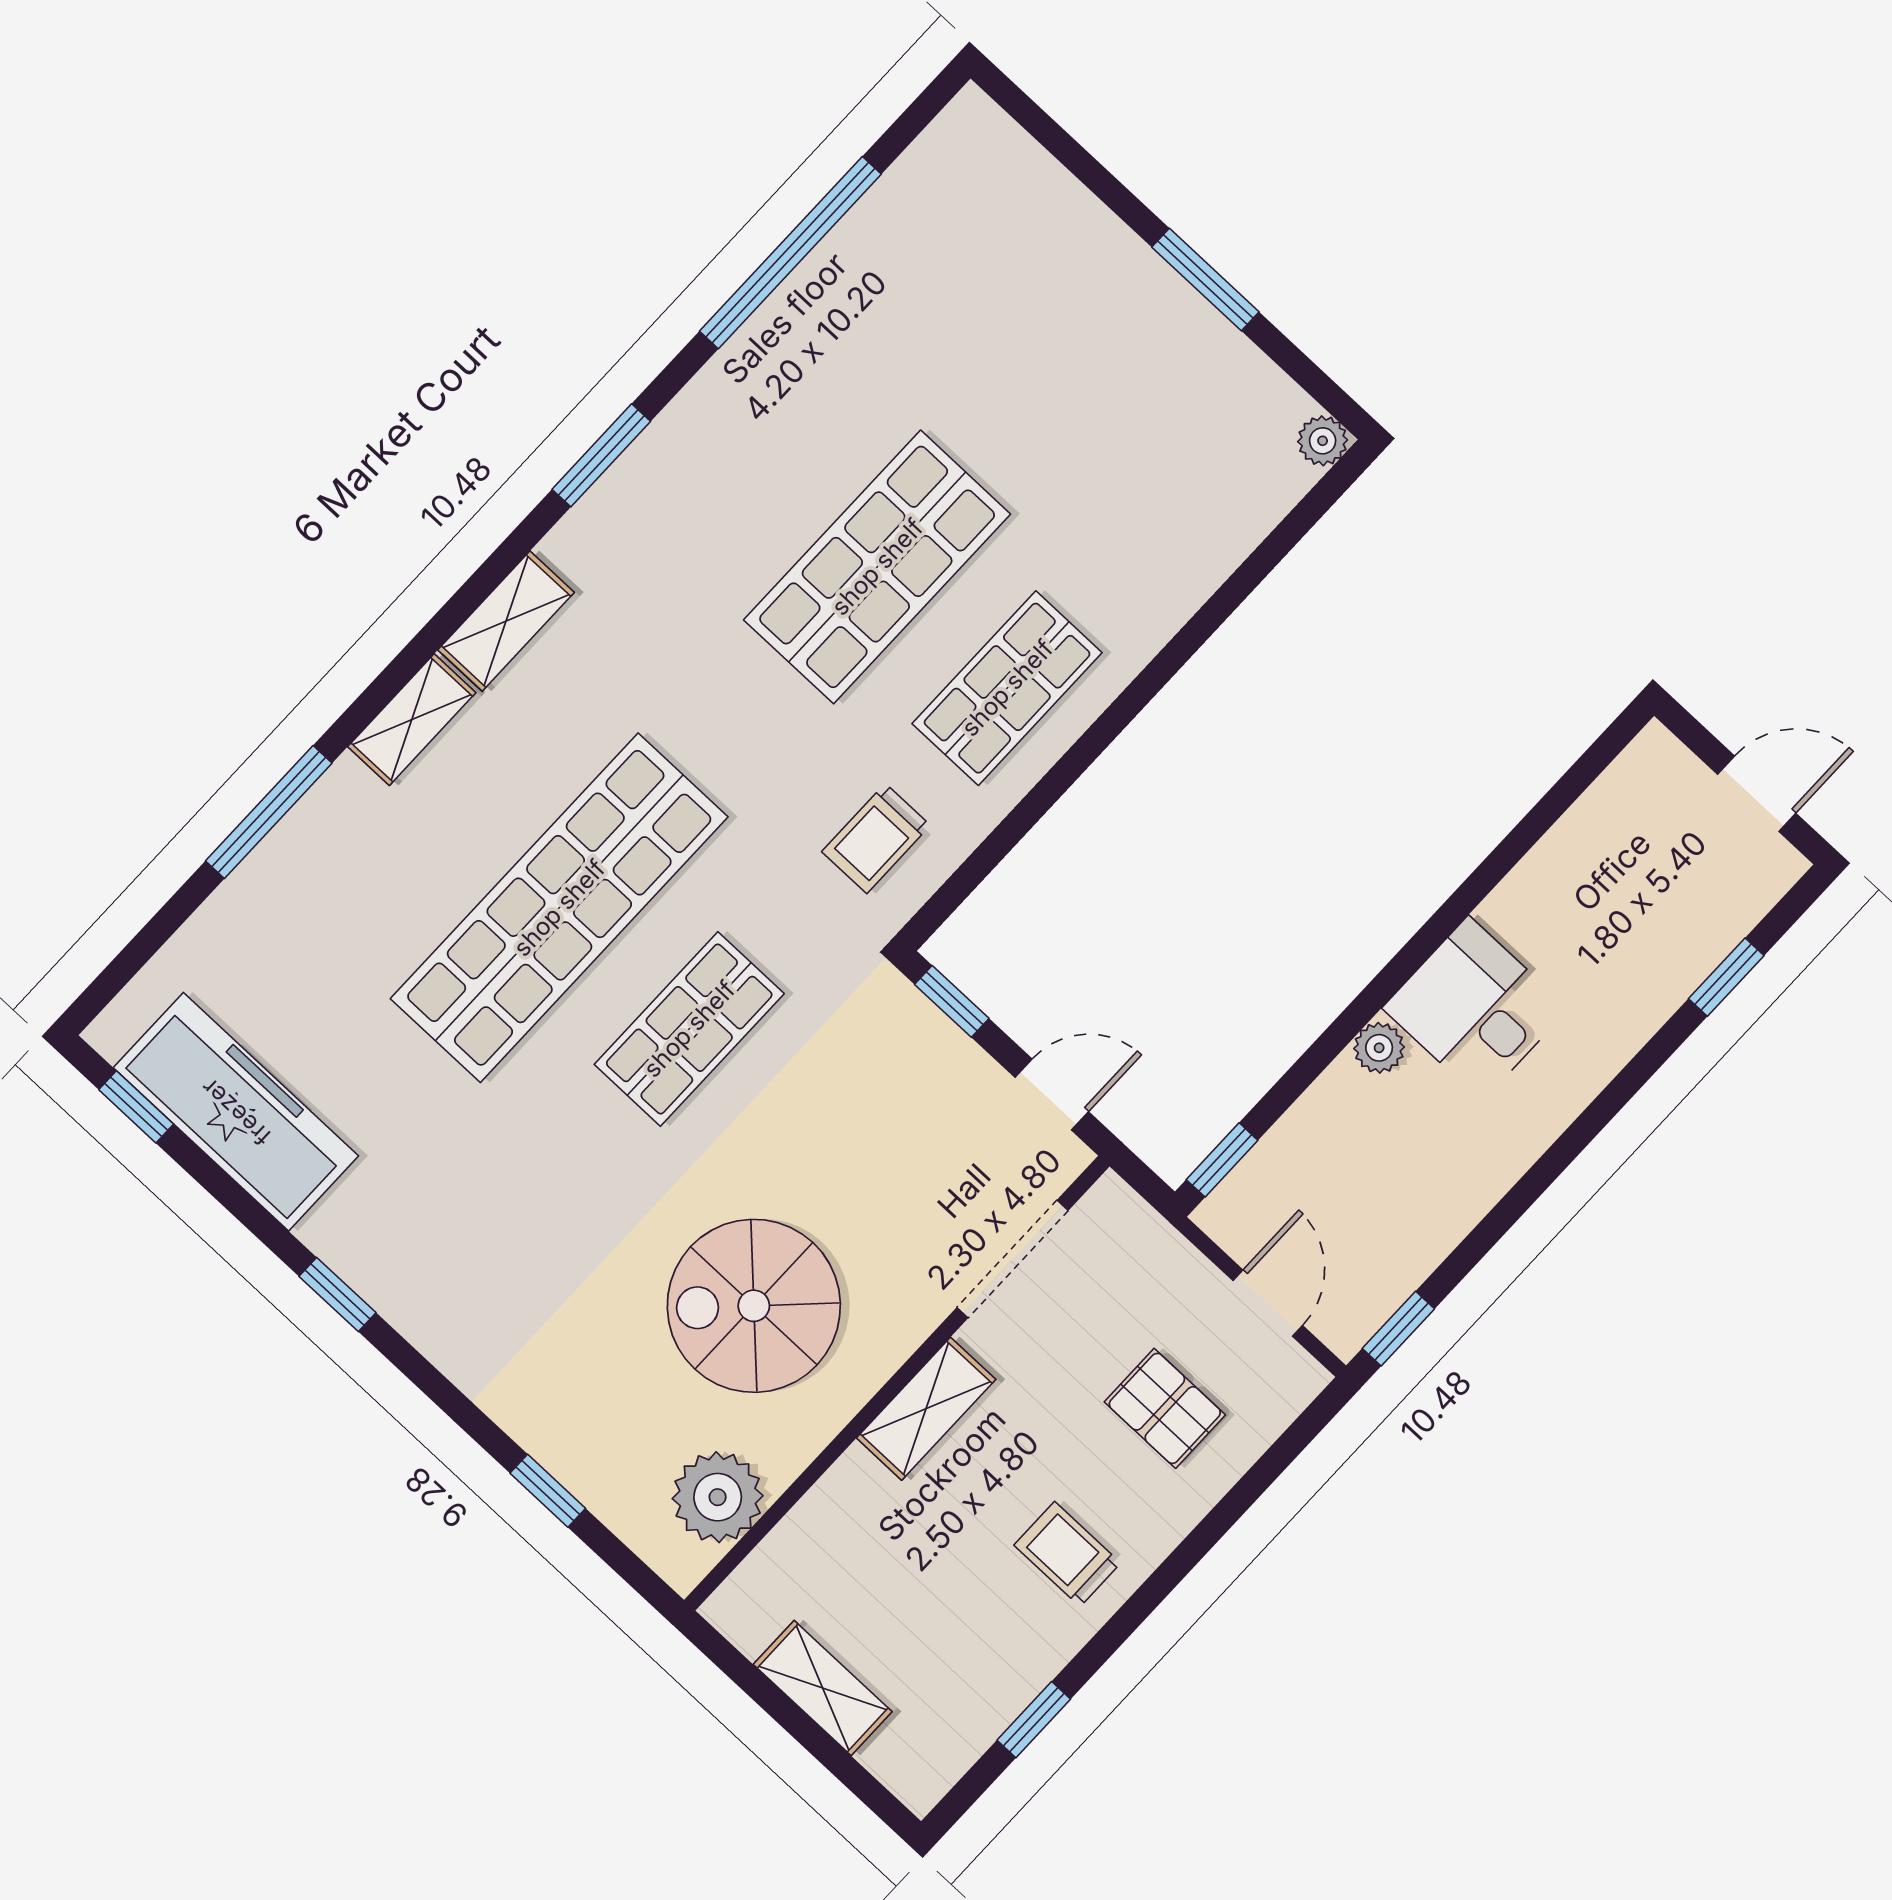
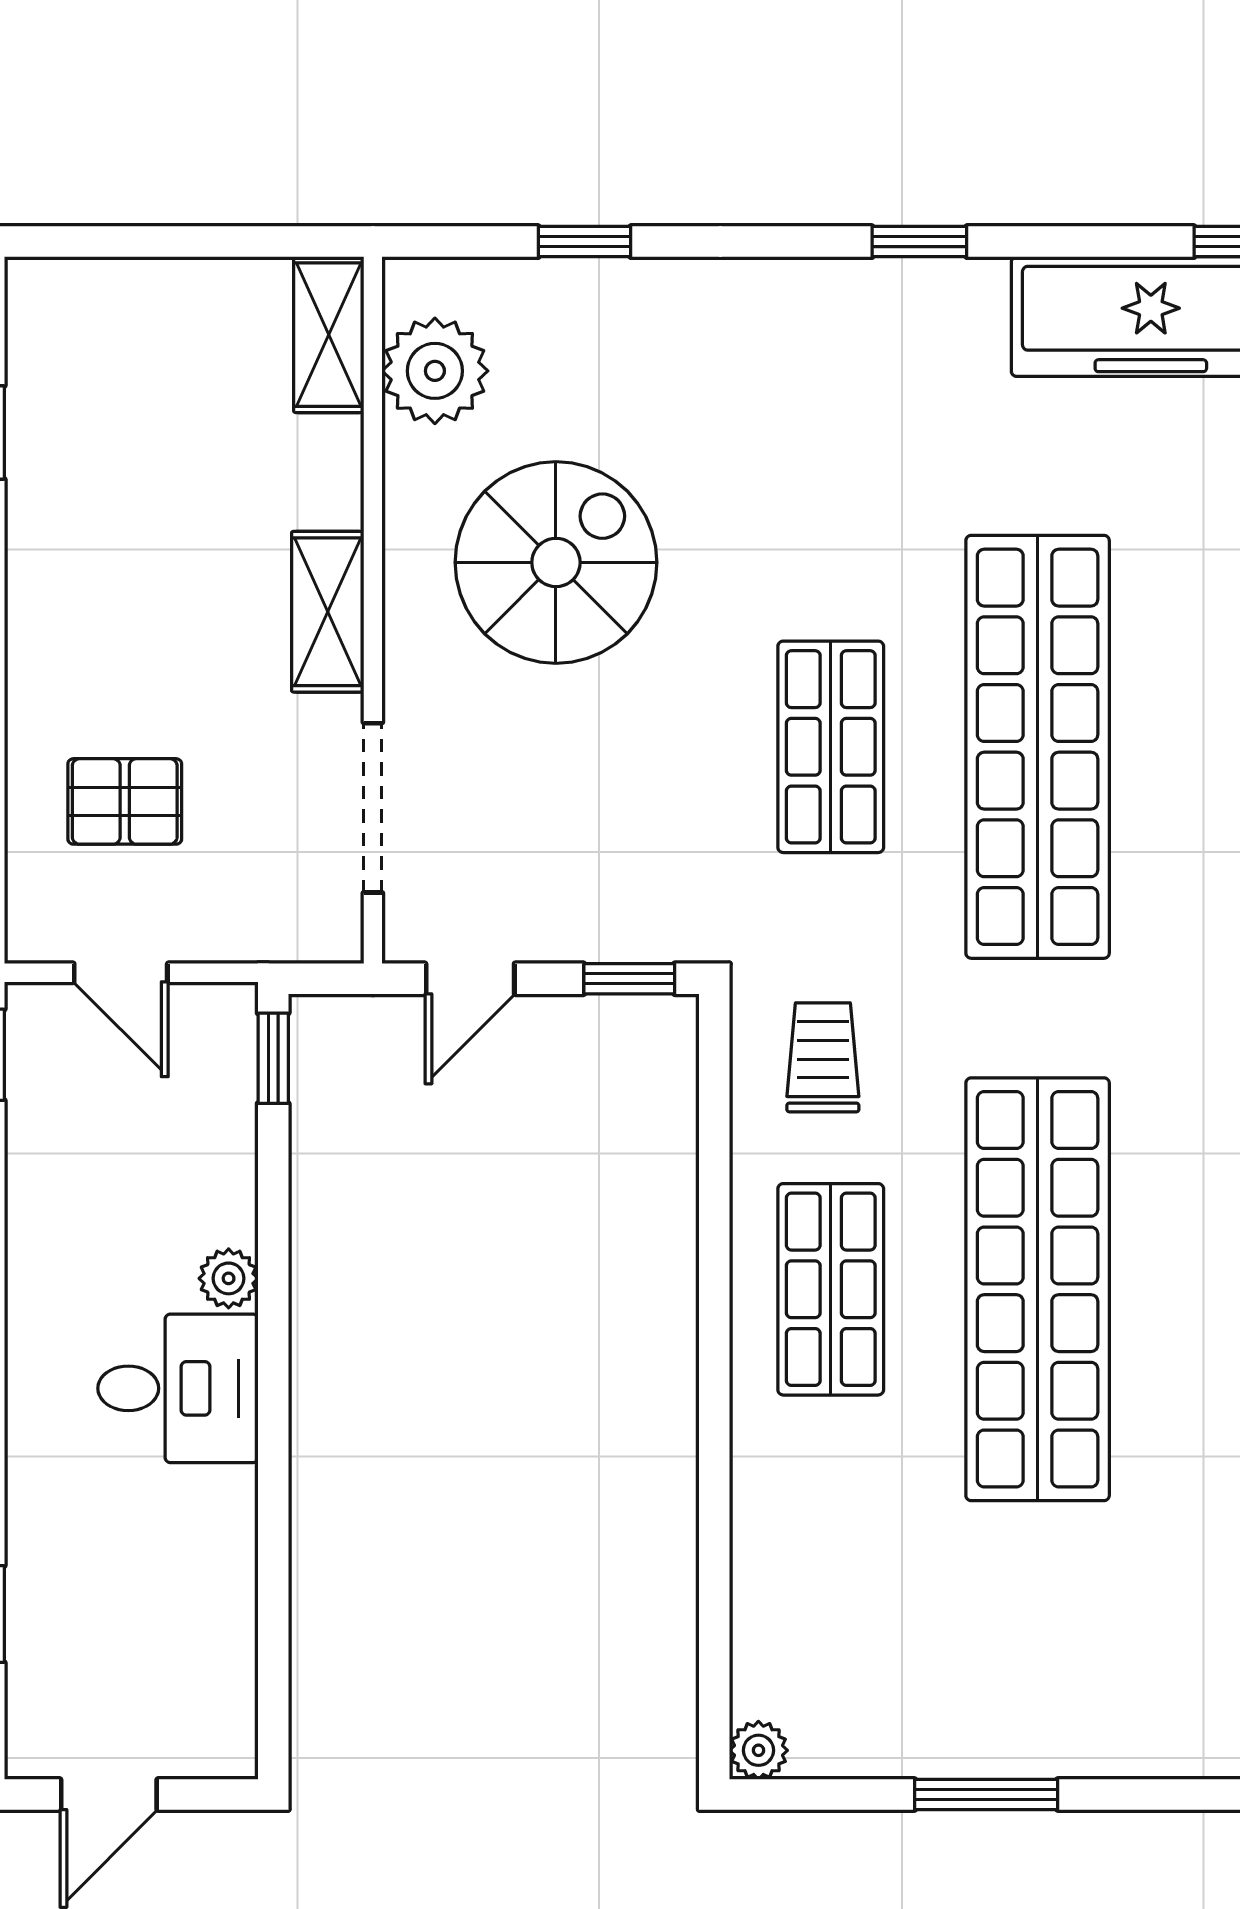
shop shelf: (877, 567) -> (1038, 1289), width x1.40
trolley: (1067, 1554) -> (92, 600), removed
shelving: (823, 1688) -> (329, 335), moved, turned 90

